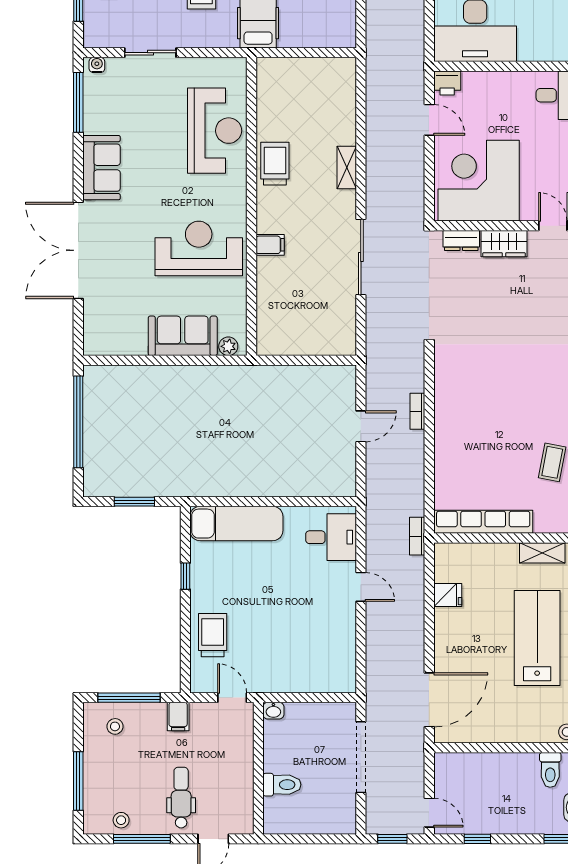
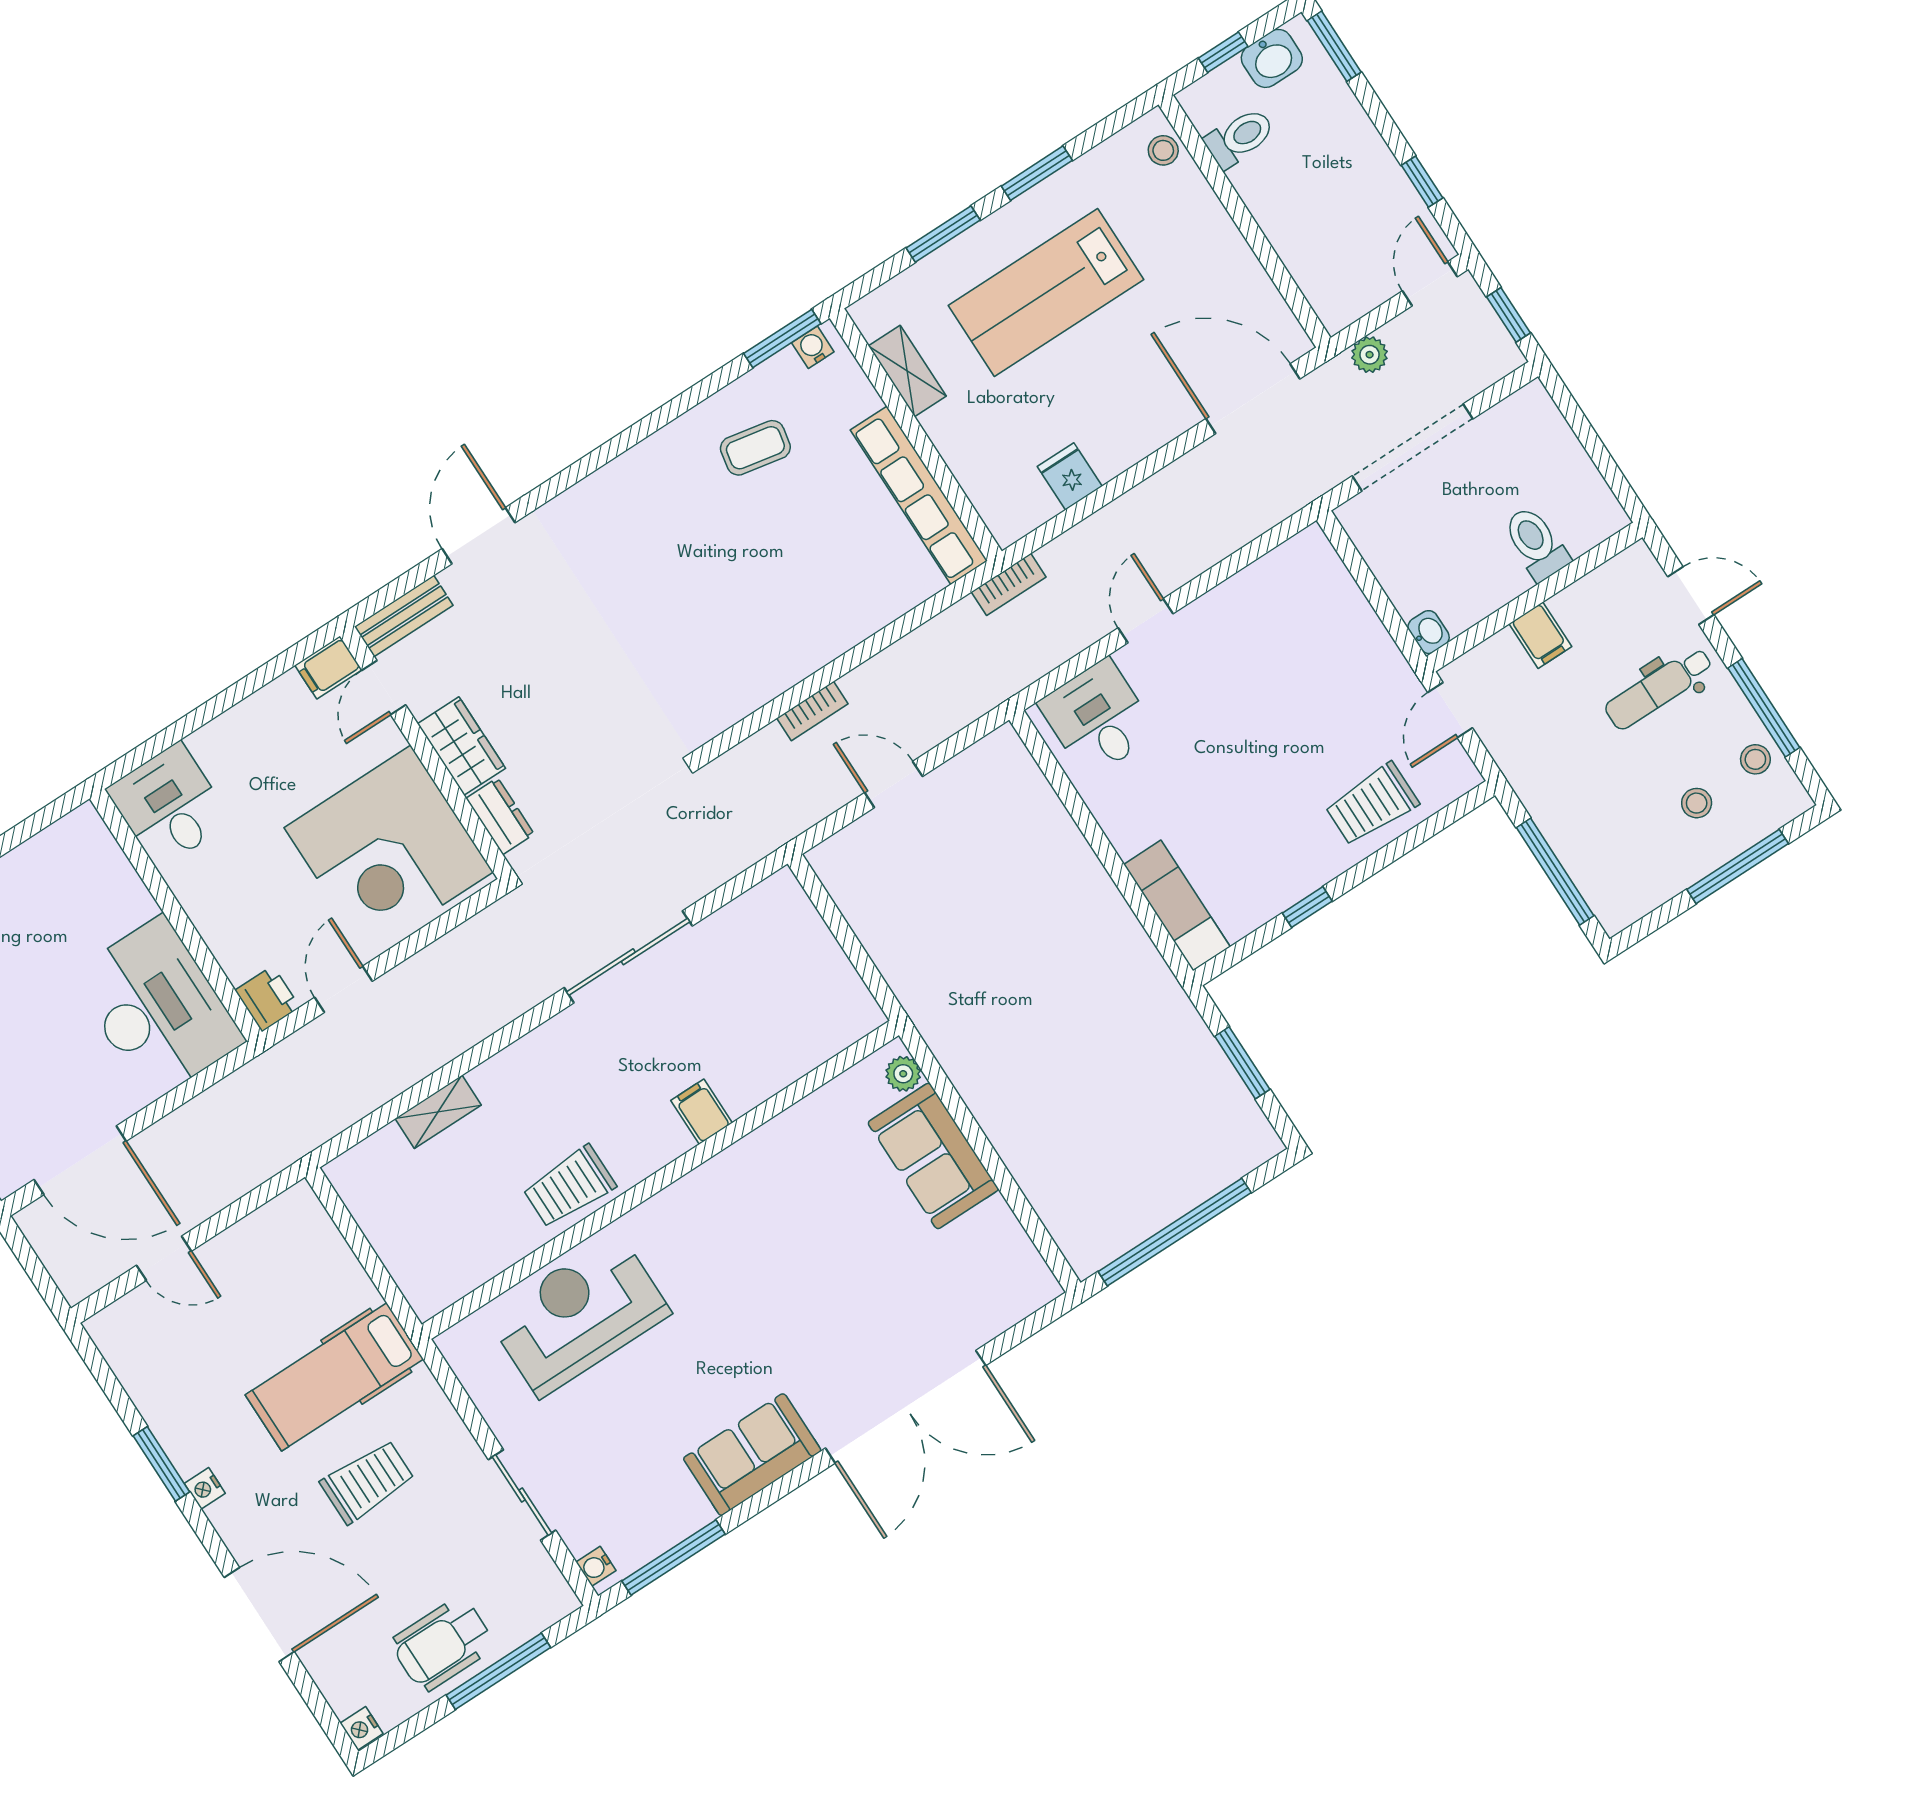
shelving: (347, 168) -> (438, 1112), moved
reception desk: (199, 248) -> (780, 1220), removed
exam couch: (236, 524) -> (1177, 906), width x0.73, depth x0.69
filing cabinet: (178, 716) -> (1540, 635), moved, turned 90
stool: (115, 726) -> (1697, 803), moved
plant: (415, 765) -> (1370, 355), added

